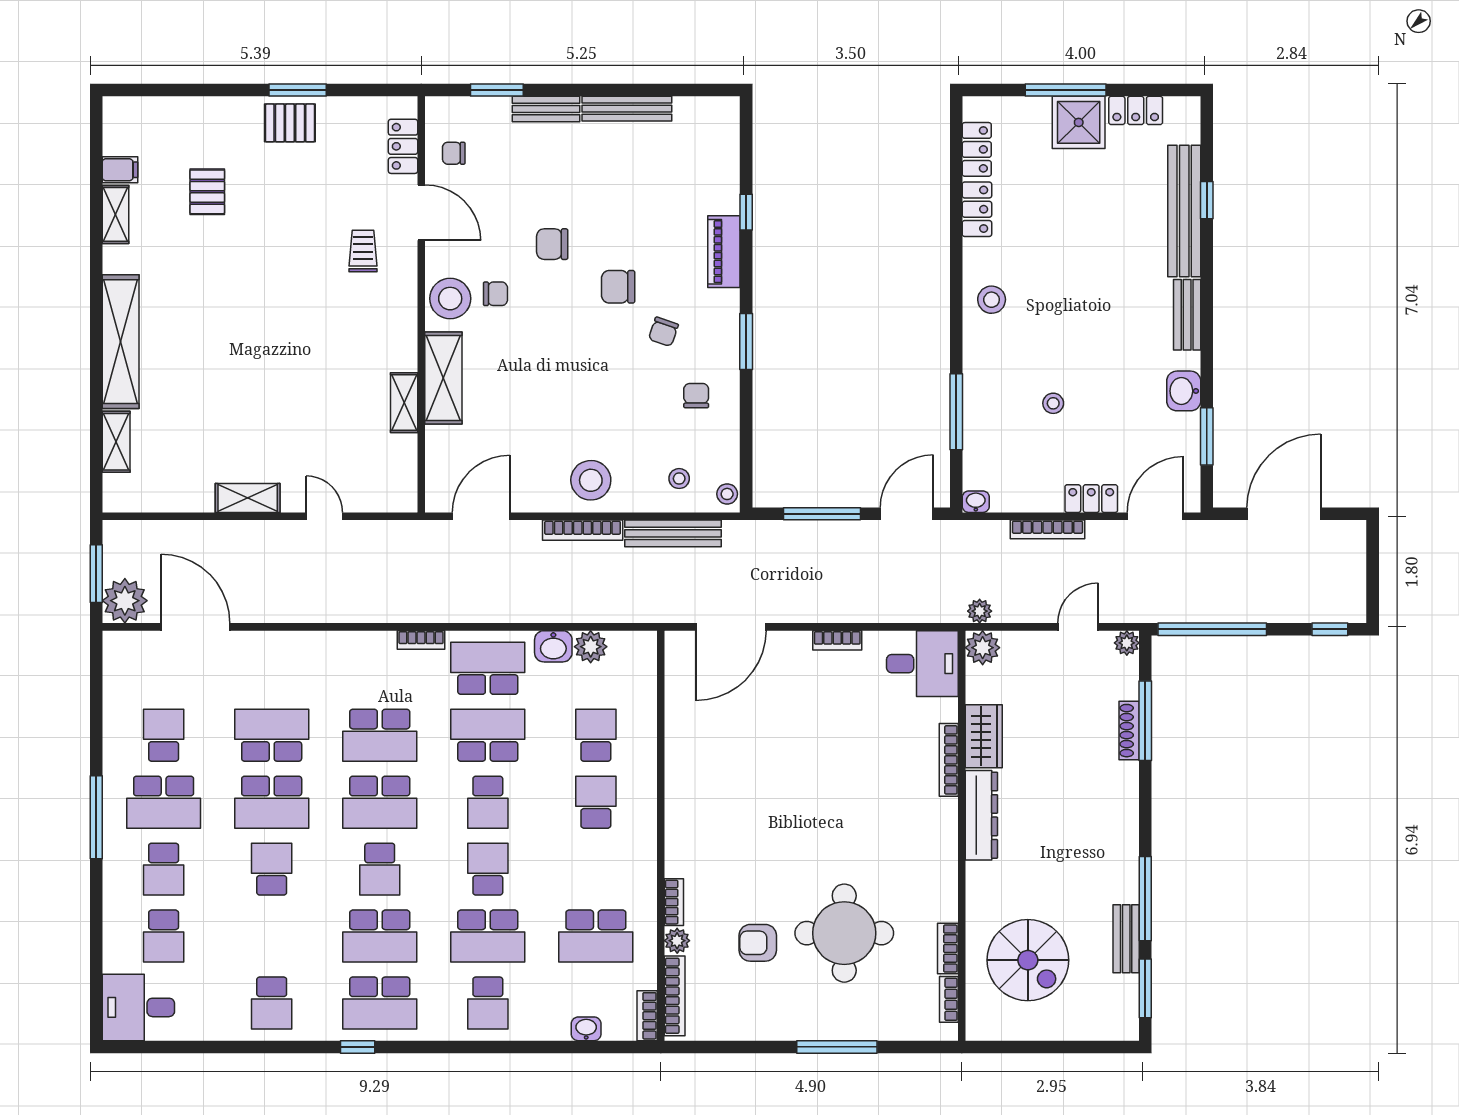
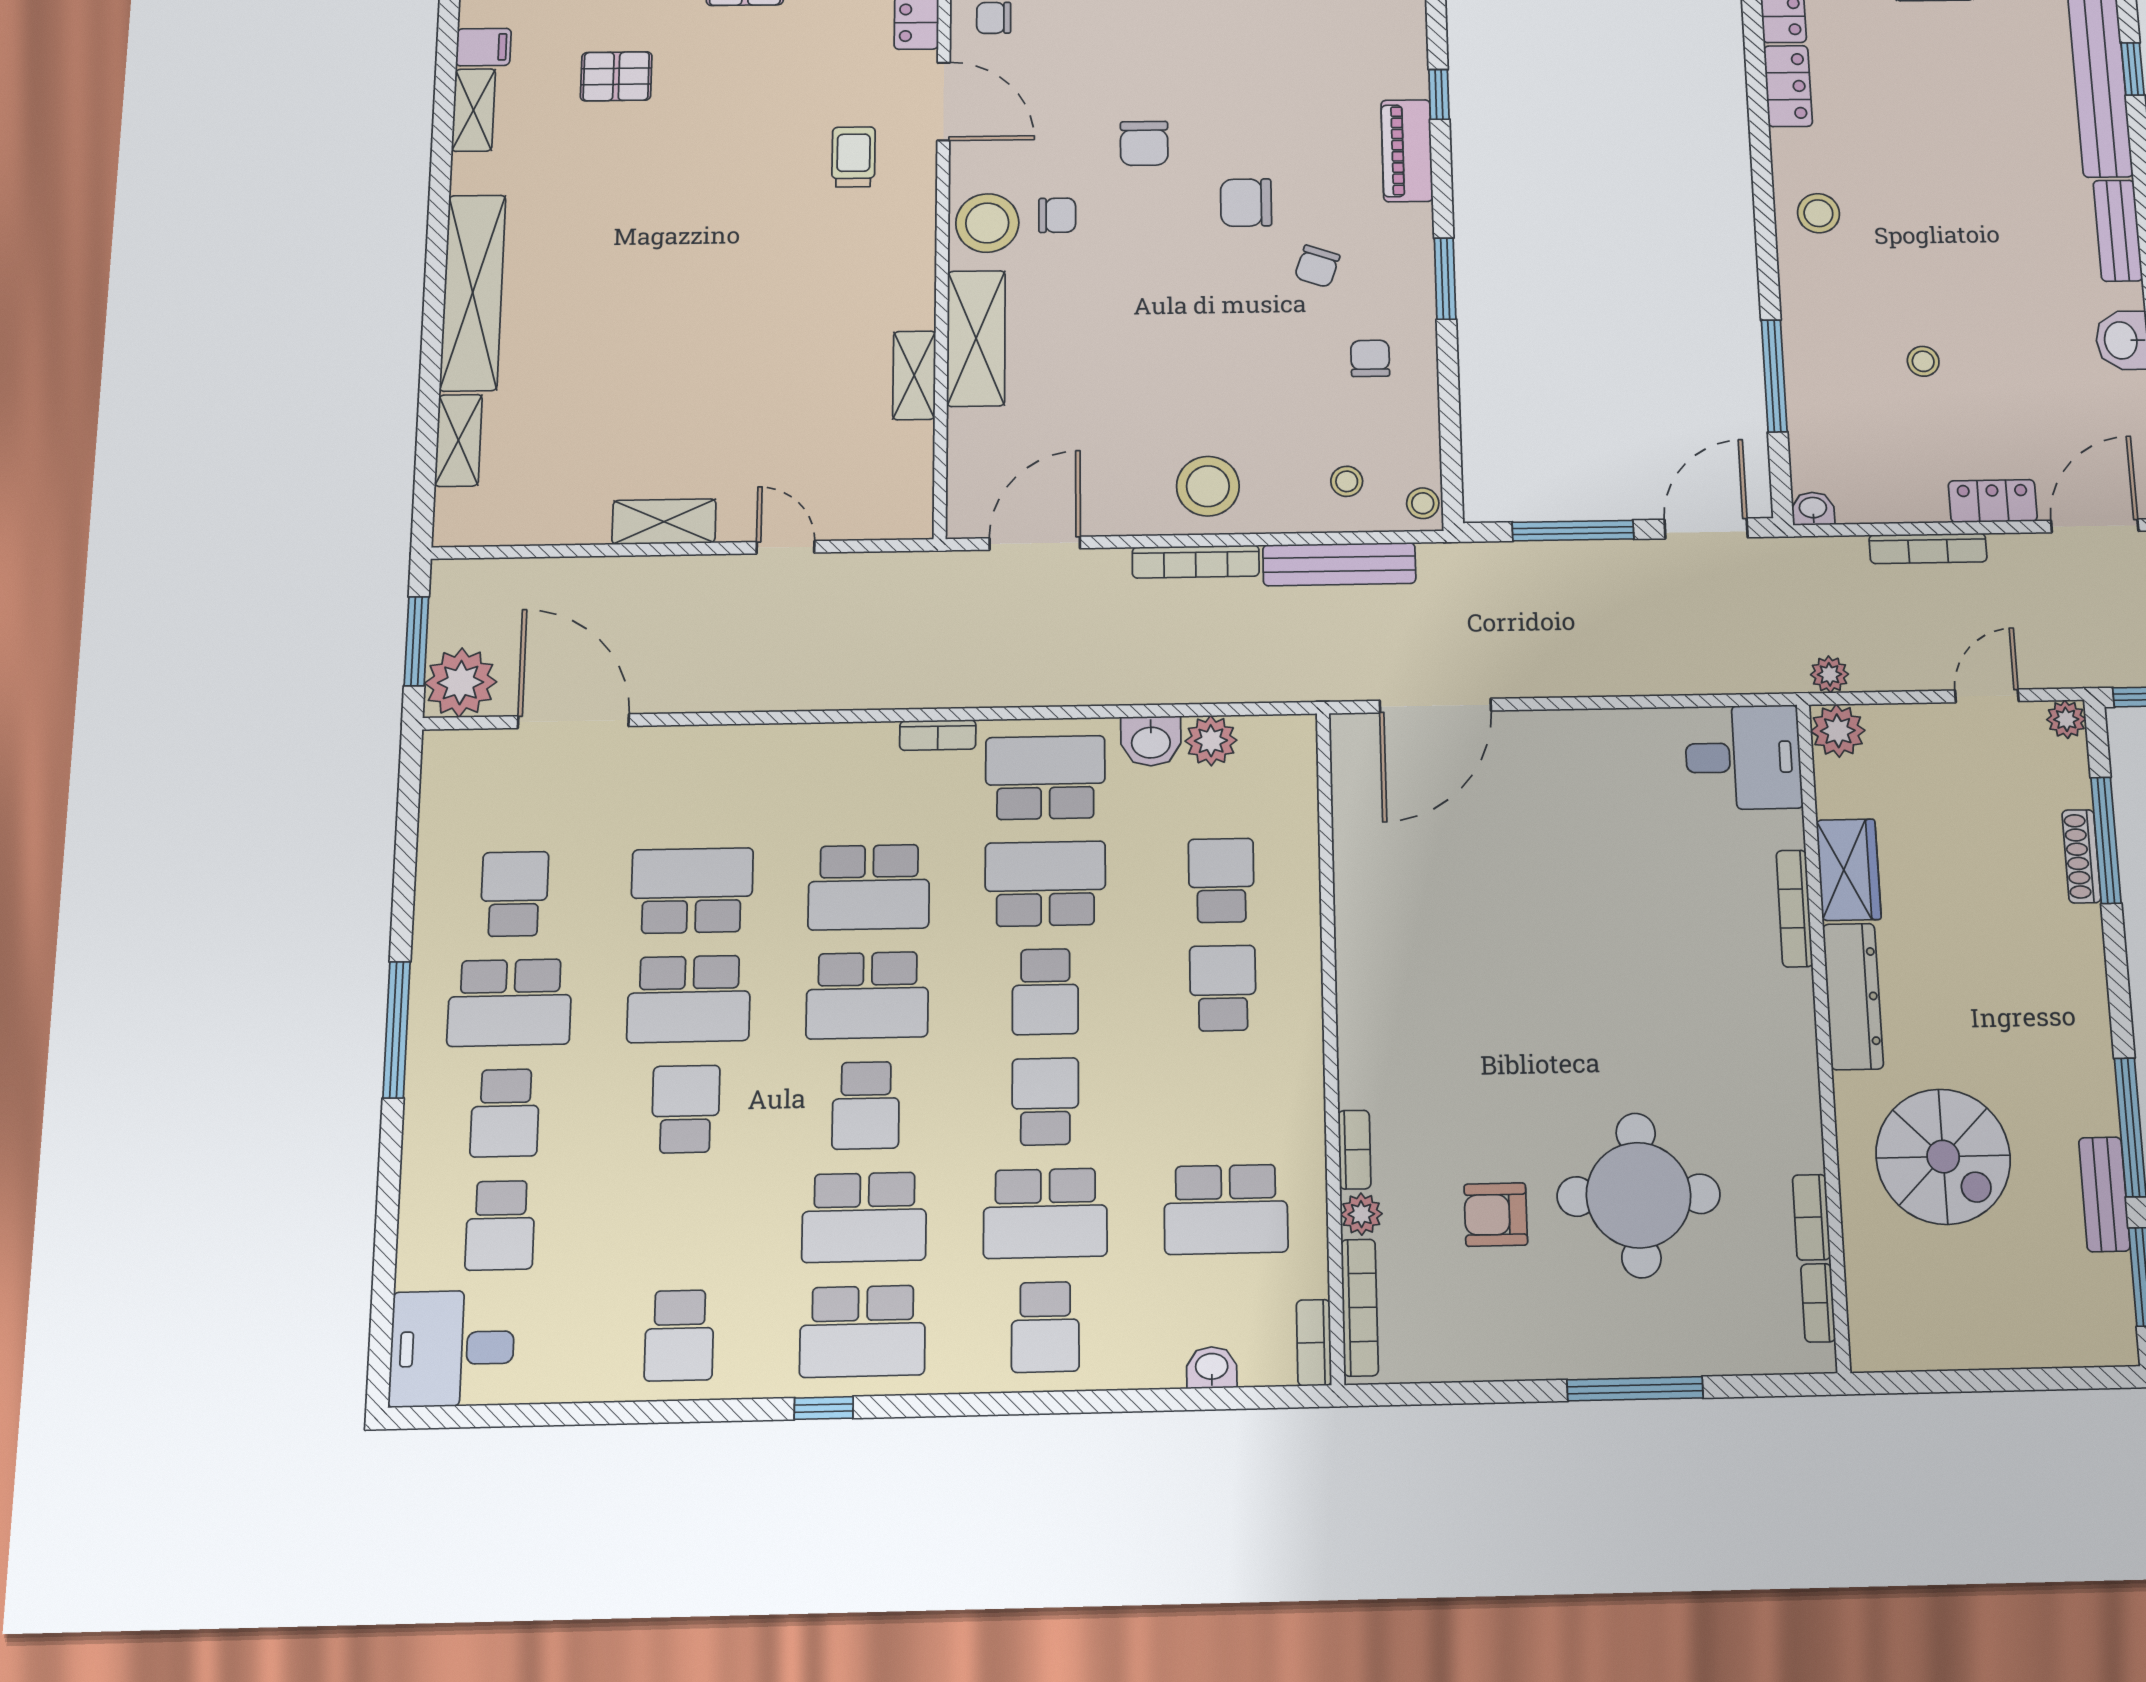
pallet: (207, 192) -> (616, 76), turned 90
chair: (552, 244) -> (1144, 143), turned -90
bookcase: (837, 640) -> (1606, 724), removed
spiral stairs: (1028, 960) -> (1943, 1157), moved

